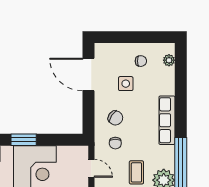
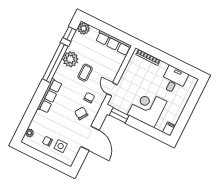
door: (88, 75) -> (90, 138), moved
side table: (126, 84) -> (61, 146), moved
window: (24, 140) -> (119, 115), moved

